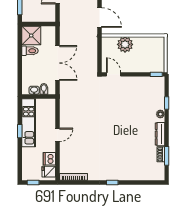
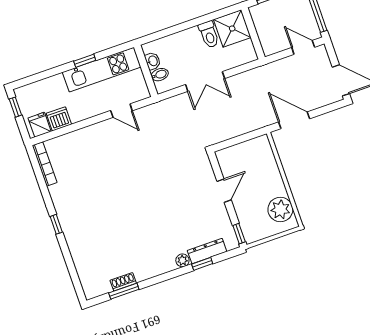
door: (99, 17) -> (294, 120), swing flipped
plant: (125, 44) -> (280, 209), moved
double door: (57, 63) -> (205, 82), width x0.73
door: (114, 74) -> (224, 191), moved
dresser: (160, 134) -> (207, 251), moved
door: (57, 135) -> (121, 111), moved

